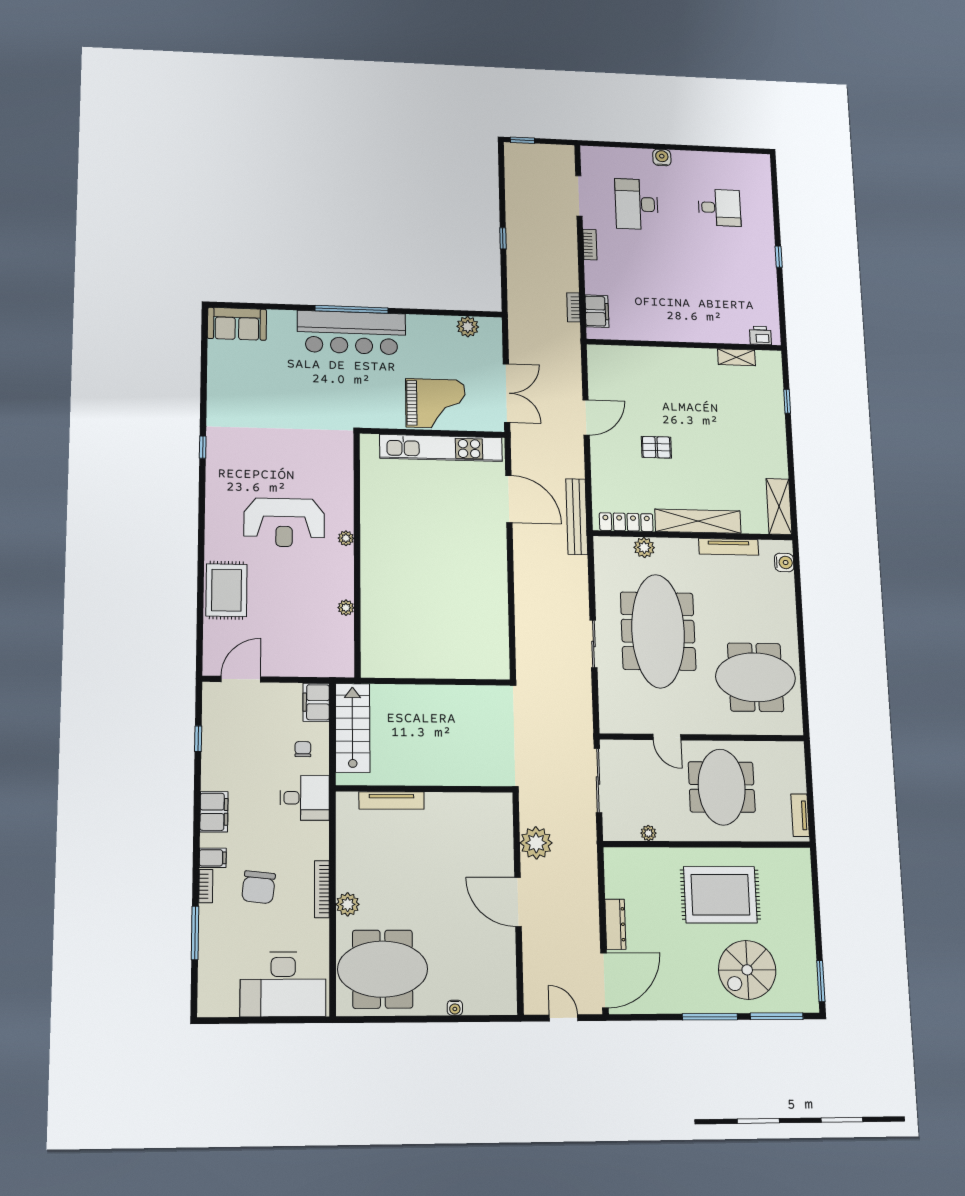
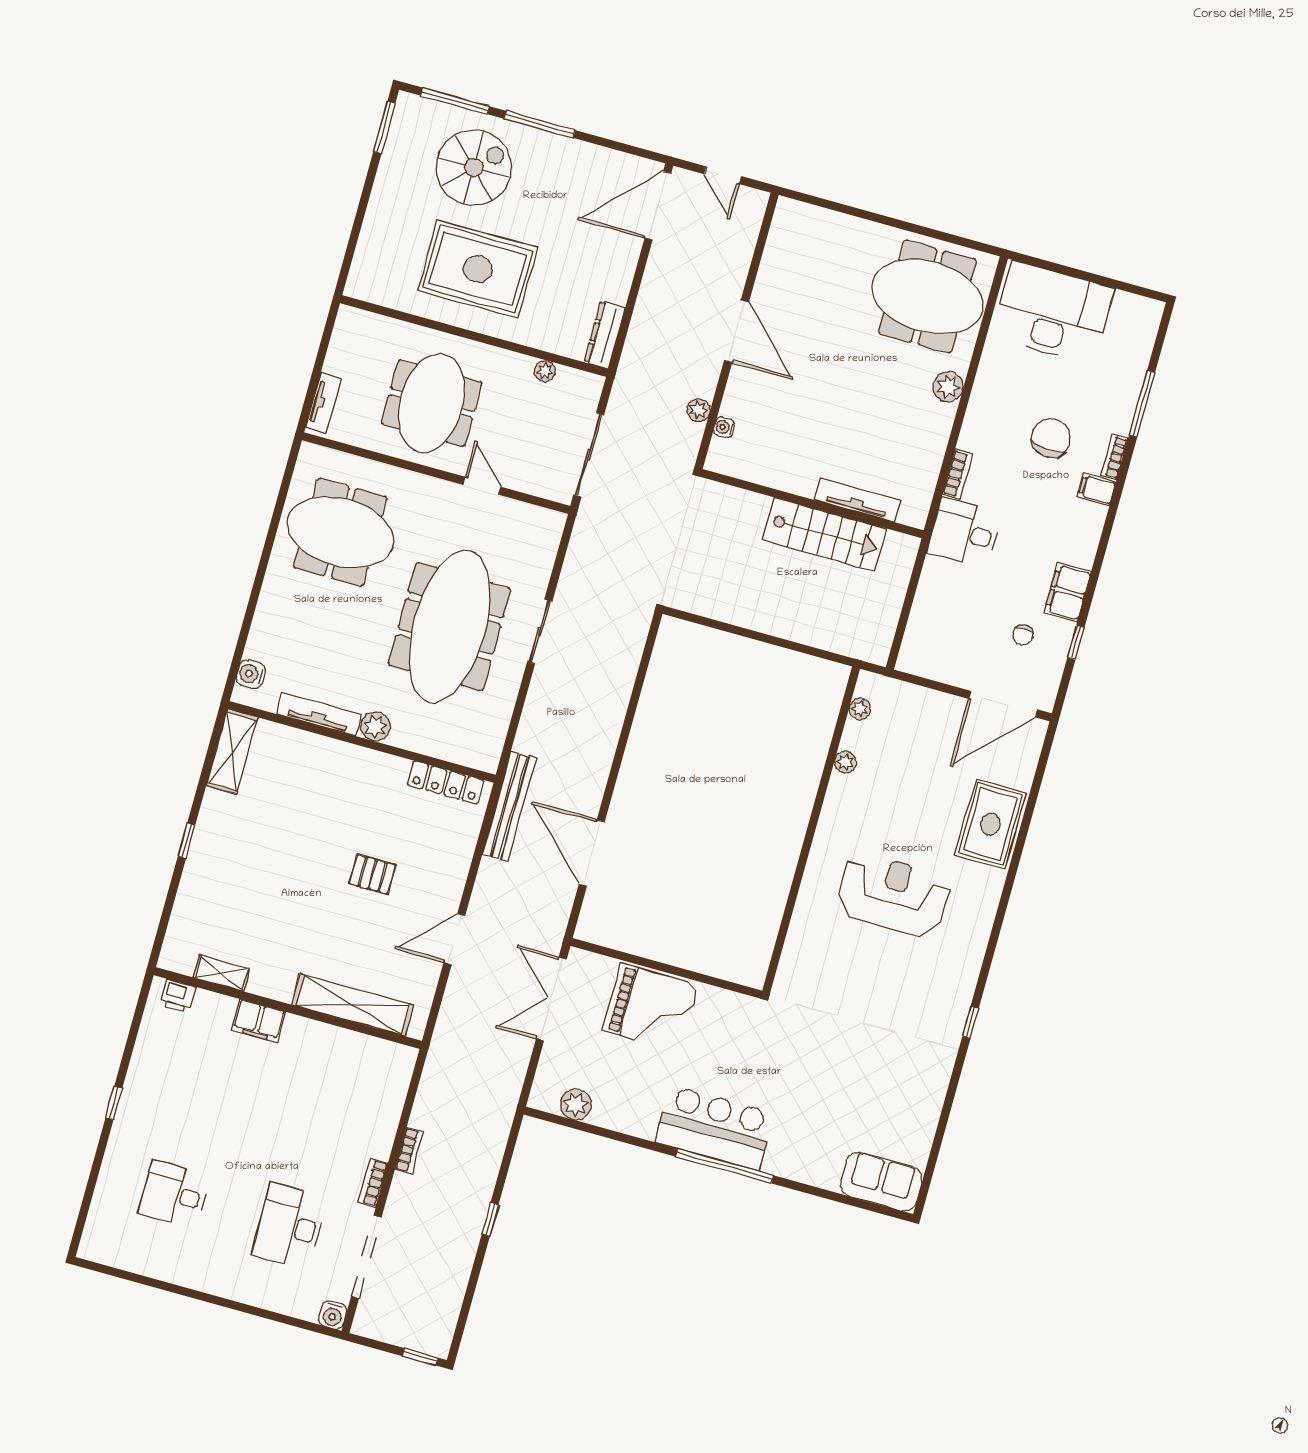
water cooler: (662, 157) -> (333, 1315), moved
doorway: (579, 196) -> (366, 1257), width x1.36
desk: (637, 204) -> (289, 1226), turned 180
bookcase: (573, 307) -> (409, 1150), moved
filing cabinet: (597, 311) -> (259, 1021), moved, turned -90
bar counter: (352, 333) -> (715, 1128), width x0.73
window: (787, 401) -> (187, 841), moved
grand piano: (436, 404) -> (650, 1008), turned 180
kitchen unit: (441, 448) -> (661, 945), removed
shelving: (698, 521) -> (353, 1005), moved
plant: (346, 538) -> (860, 709), moved
plant: (644, 548) -> (375, 726), moved
door: (241, 679) -> (1003, 704), width x1.36
filing cabinet: (316, 702) -> (917, 650), removed
stairs: (353, 728) -> (824, 534), moved, turned -90
chair: (303, 749) -> (1023, 635), moved
filing cabinet: (214, 812) -> (1068, 592), moved
tv unit: (800, 815) -> (324, 403), moved
plant: (536, 843) -> (699, 410), width x0.53, depth x0.53
bookcase: (322, 889) -> (958, 474), moved, width x0.64
dresser: (615, 924) -> (605, 335), moved
water cooler: (455, 1008) -> (724, 427), moved, turned -90

